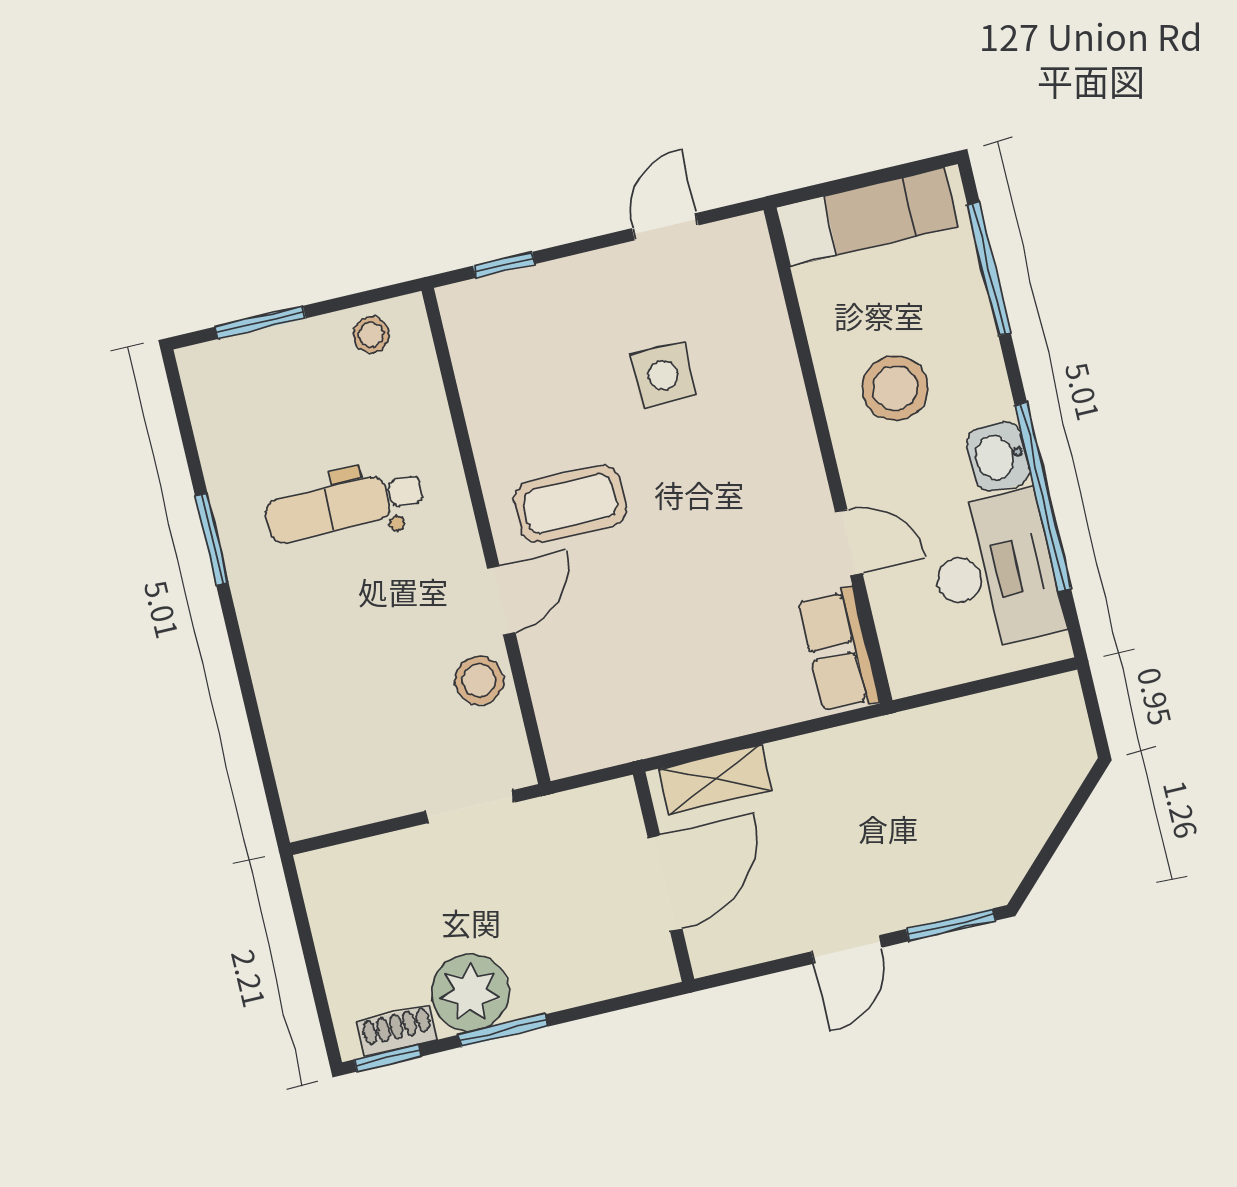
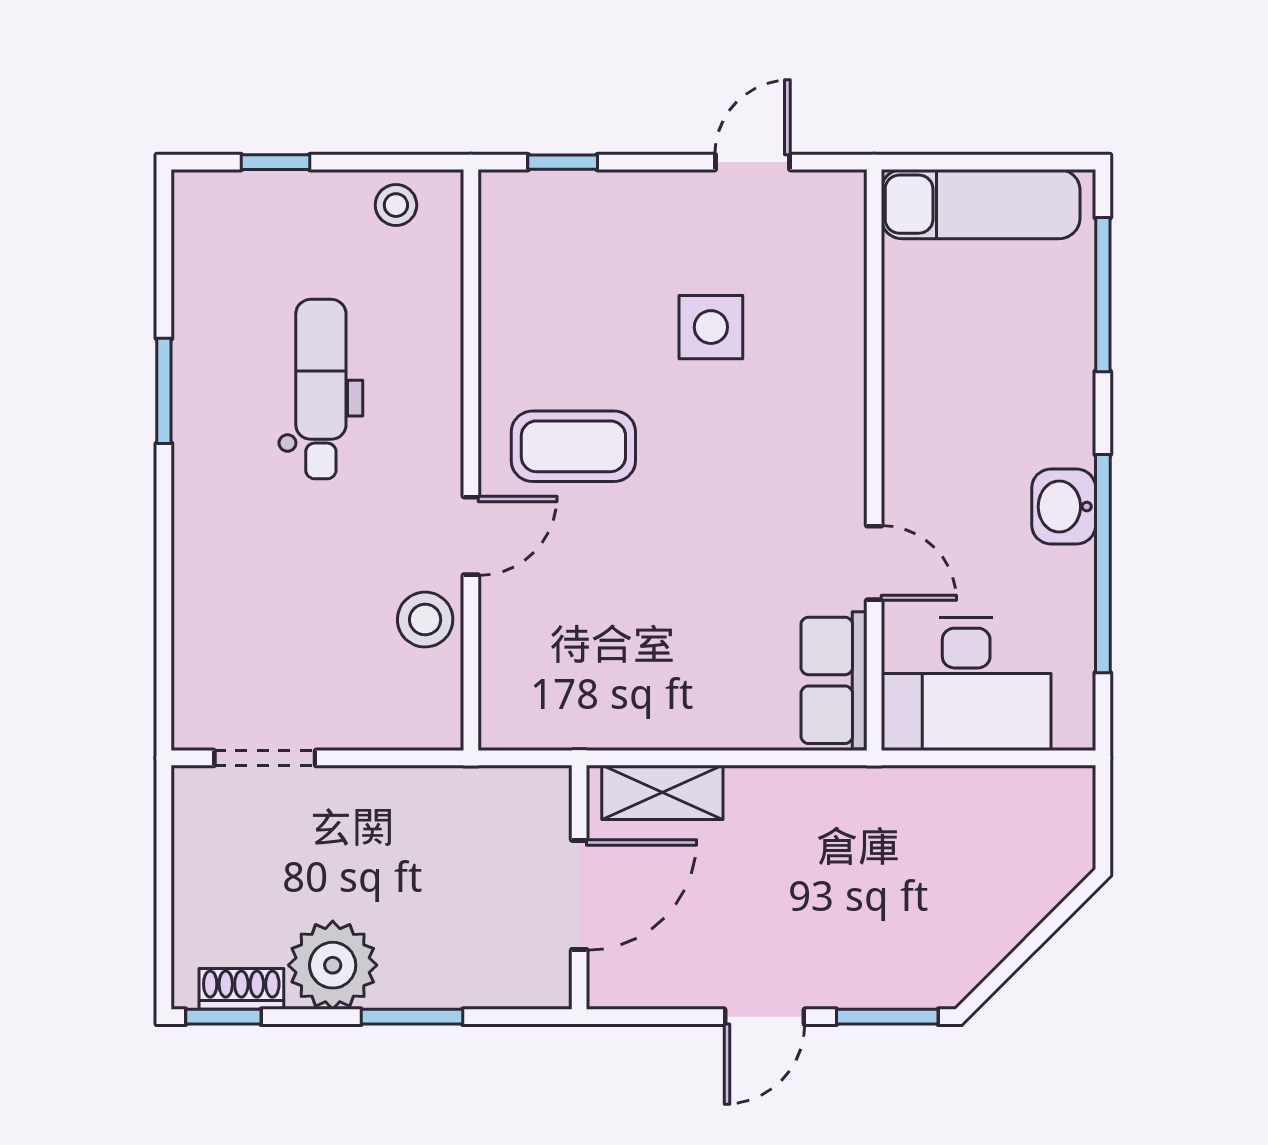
window: (260, 322) -> (276, 162), width x0.67
stool: (895, 388) -> (967, 403), removed
dental chair: (345, 506) -> (321, 389), turned 90
desk: (994, 572) -> (966, 684), moved, turned 90
doorway: (470, 807) -> (265, 758), moved
window: (503, 1031) -> (412, 1017), moved

